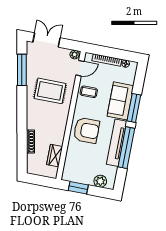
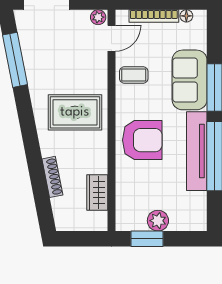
rug: (50, 91) -> (75, 112), moved
plant: (100, 181) -> (158, 221), moved

